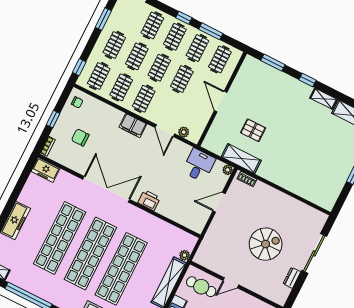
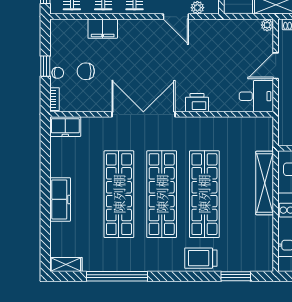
chair: (77, 102) -> (58, 73), moved
filing cabinet: (133, 125) -> (103, 29), moved
desk: (199, 165) -> (256, 96), moved, turned 90
plant: (185, 255) -> (267, 144), removed

